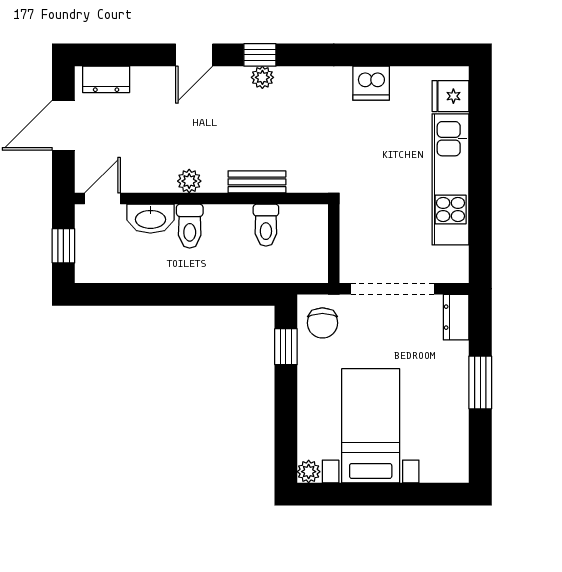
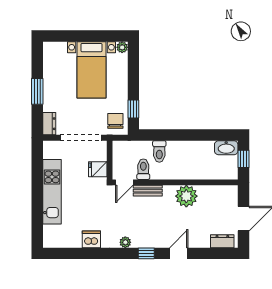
plant: (262, 77) -> (125, 242), moved
fridge: (451, 96) -> (98, 169), moved, turned 180
plant: (189, 181) -> (186, 196), width x1.87, depth x1.87
door: (102, 199) -> (124, 182), moved
washbasin: (150, 219) -> (226, 148), moved, turned 180
toilet: (190, 226) -> (159, 151), moved, turned 180

